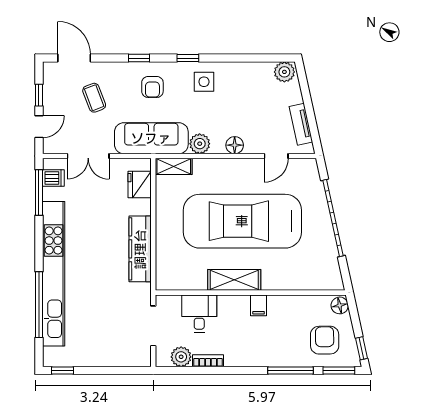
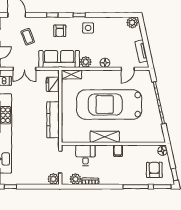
plant: (141, 357) -> (53, 179), added

